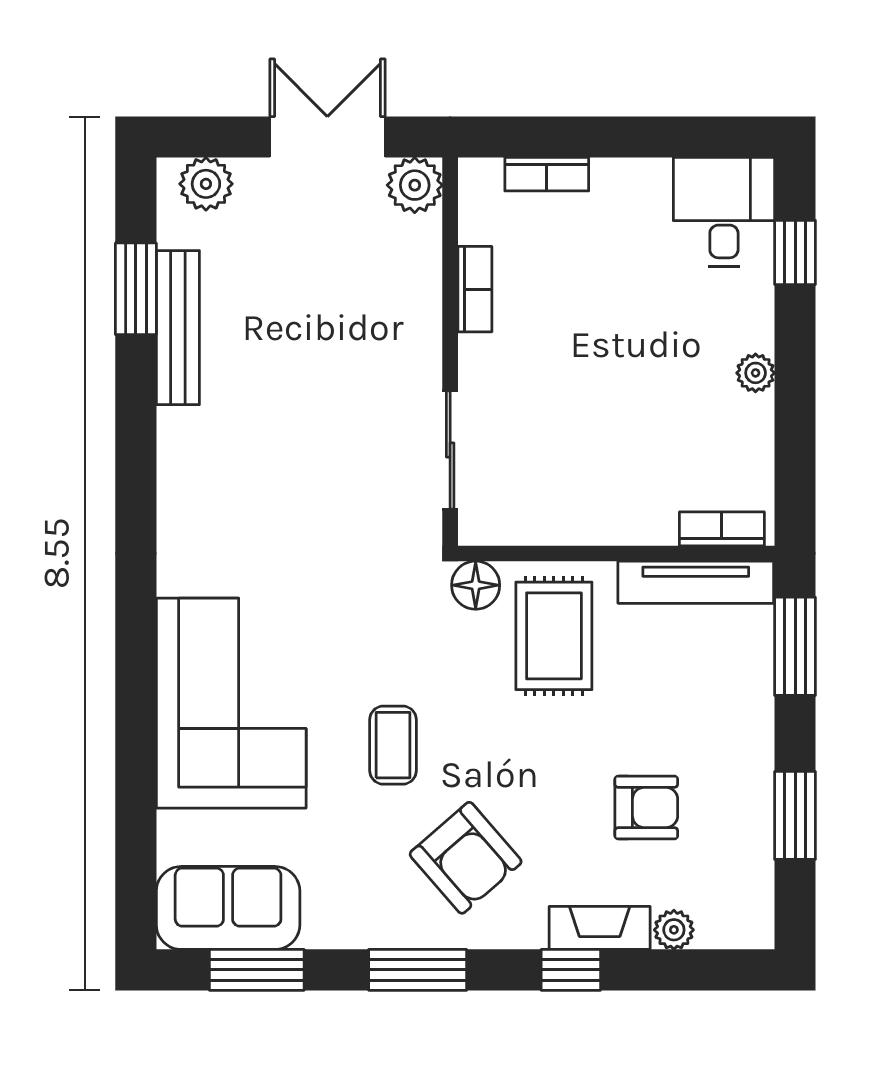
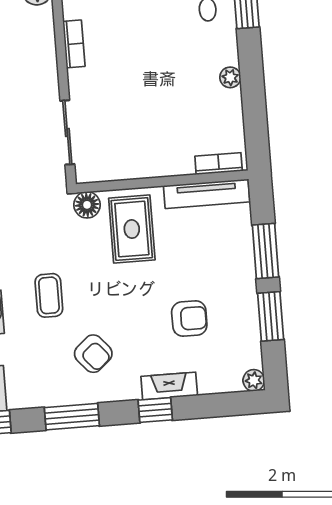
window: (795, 646) -> (265, 251), moved
armchair: (466, 858) -> (93, 354), width x0.72, depth x0.72
plant: (674, 930) -> (254, 380), moved

